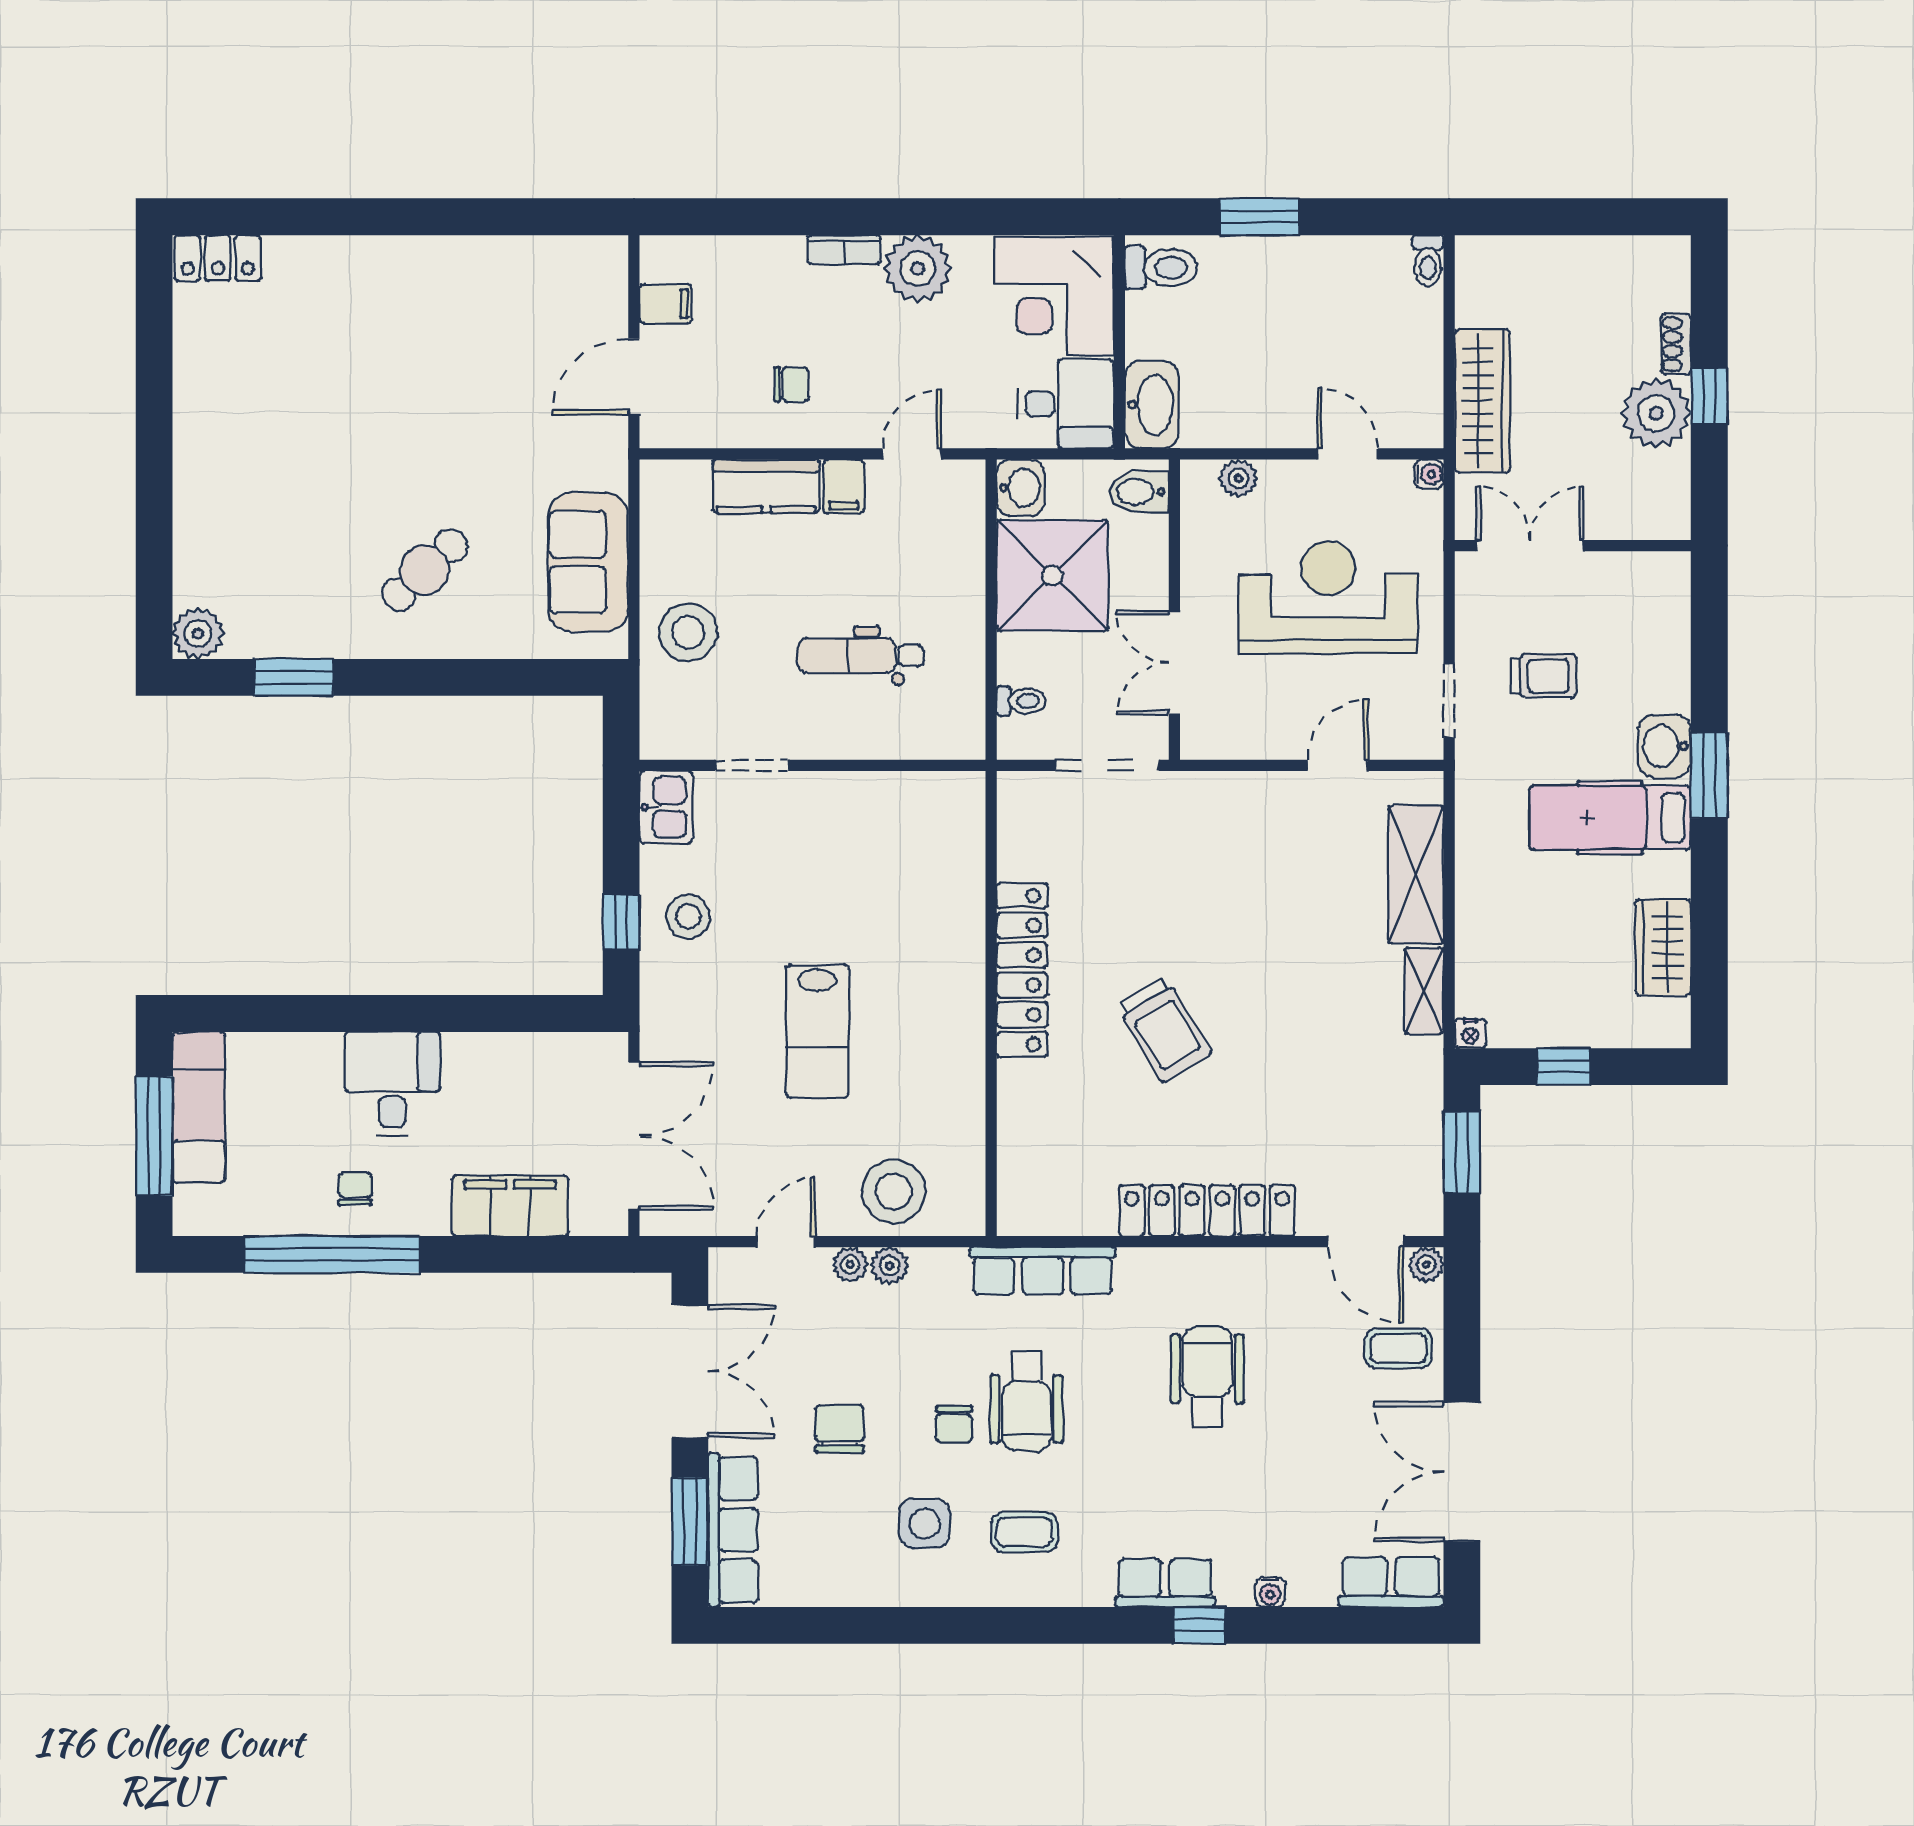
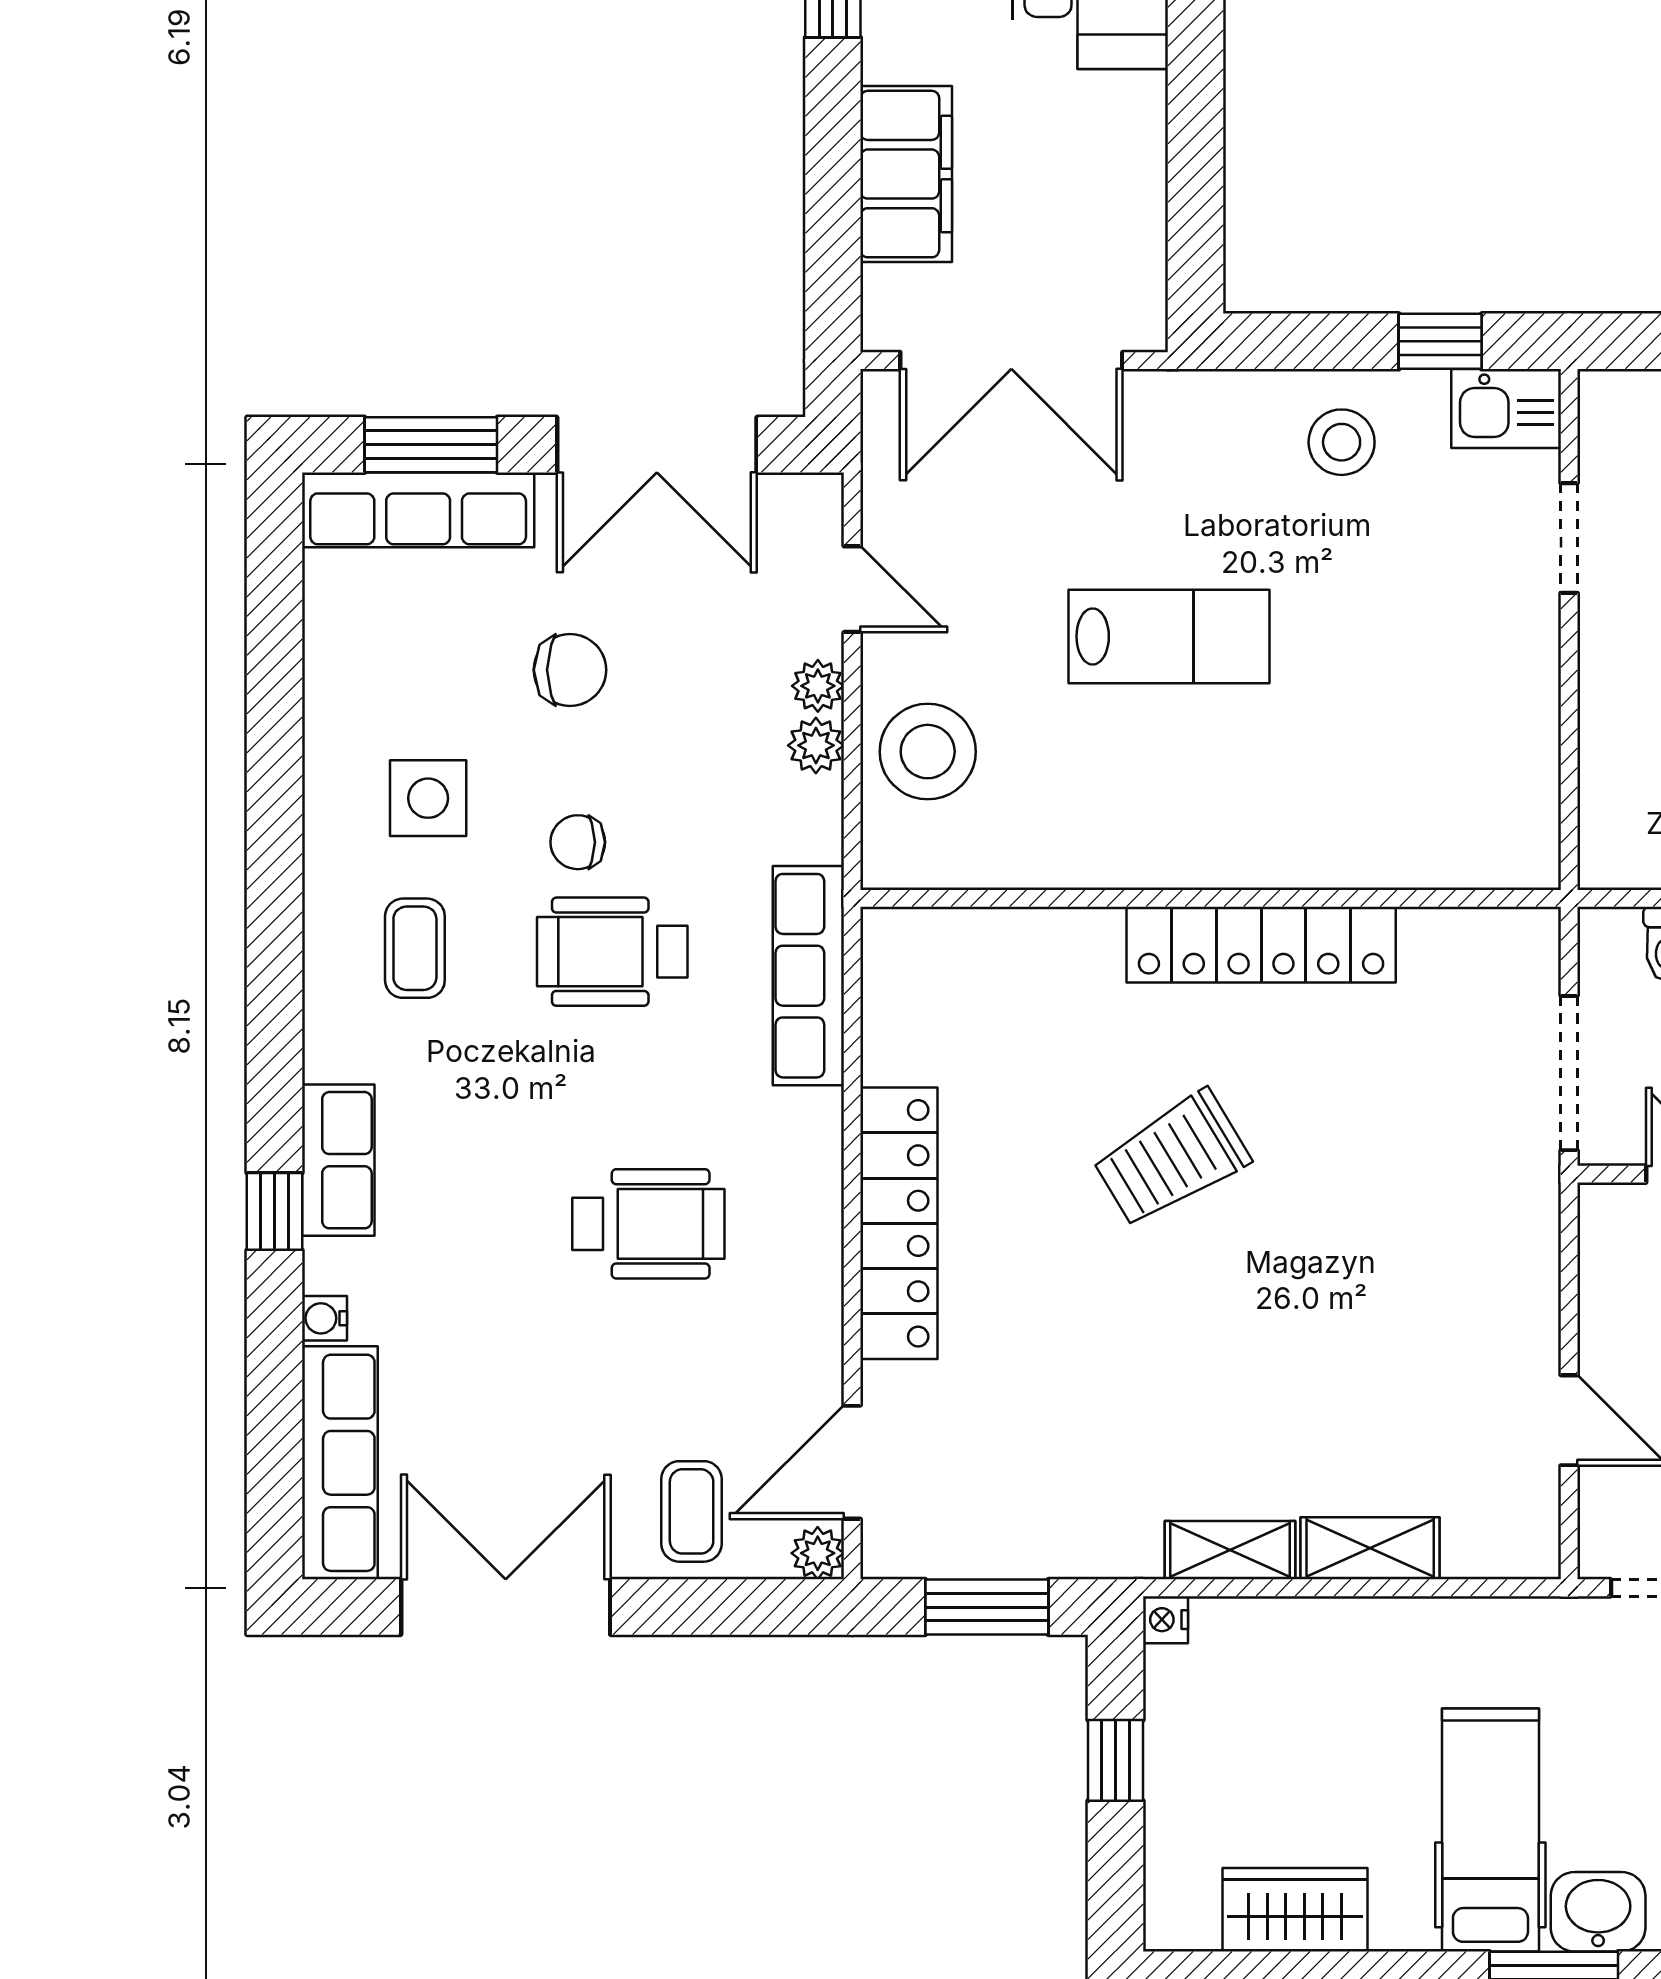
shelving: (1416, 875) -> (1370, 1548), width x0.67, depth x0.75
window: (621, 922) -> (1440, 341), moved
lab bench: (817, 1031) -> (1169, 636), turned 180
row of seats: (1391, 1582) -> (340, 1463), width x1.48

